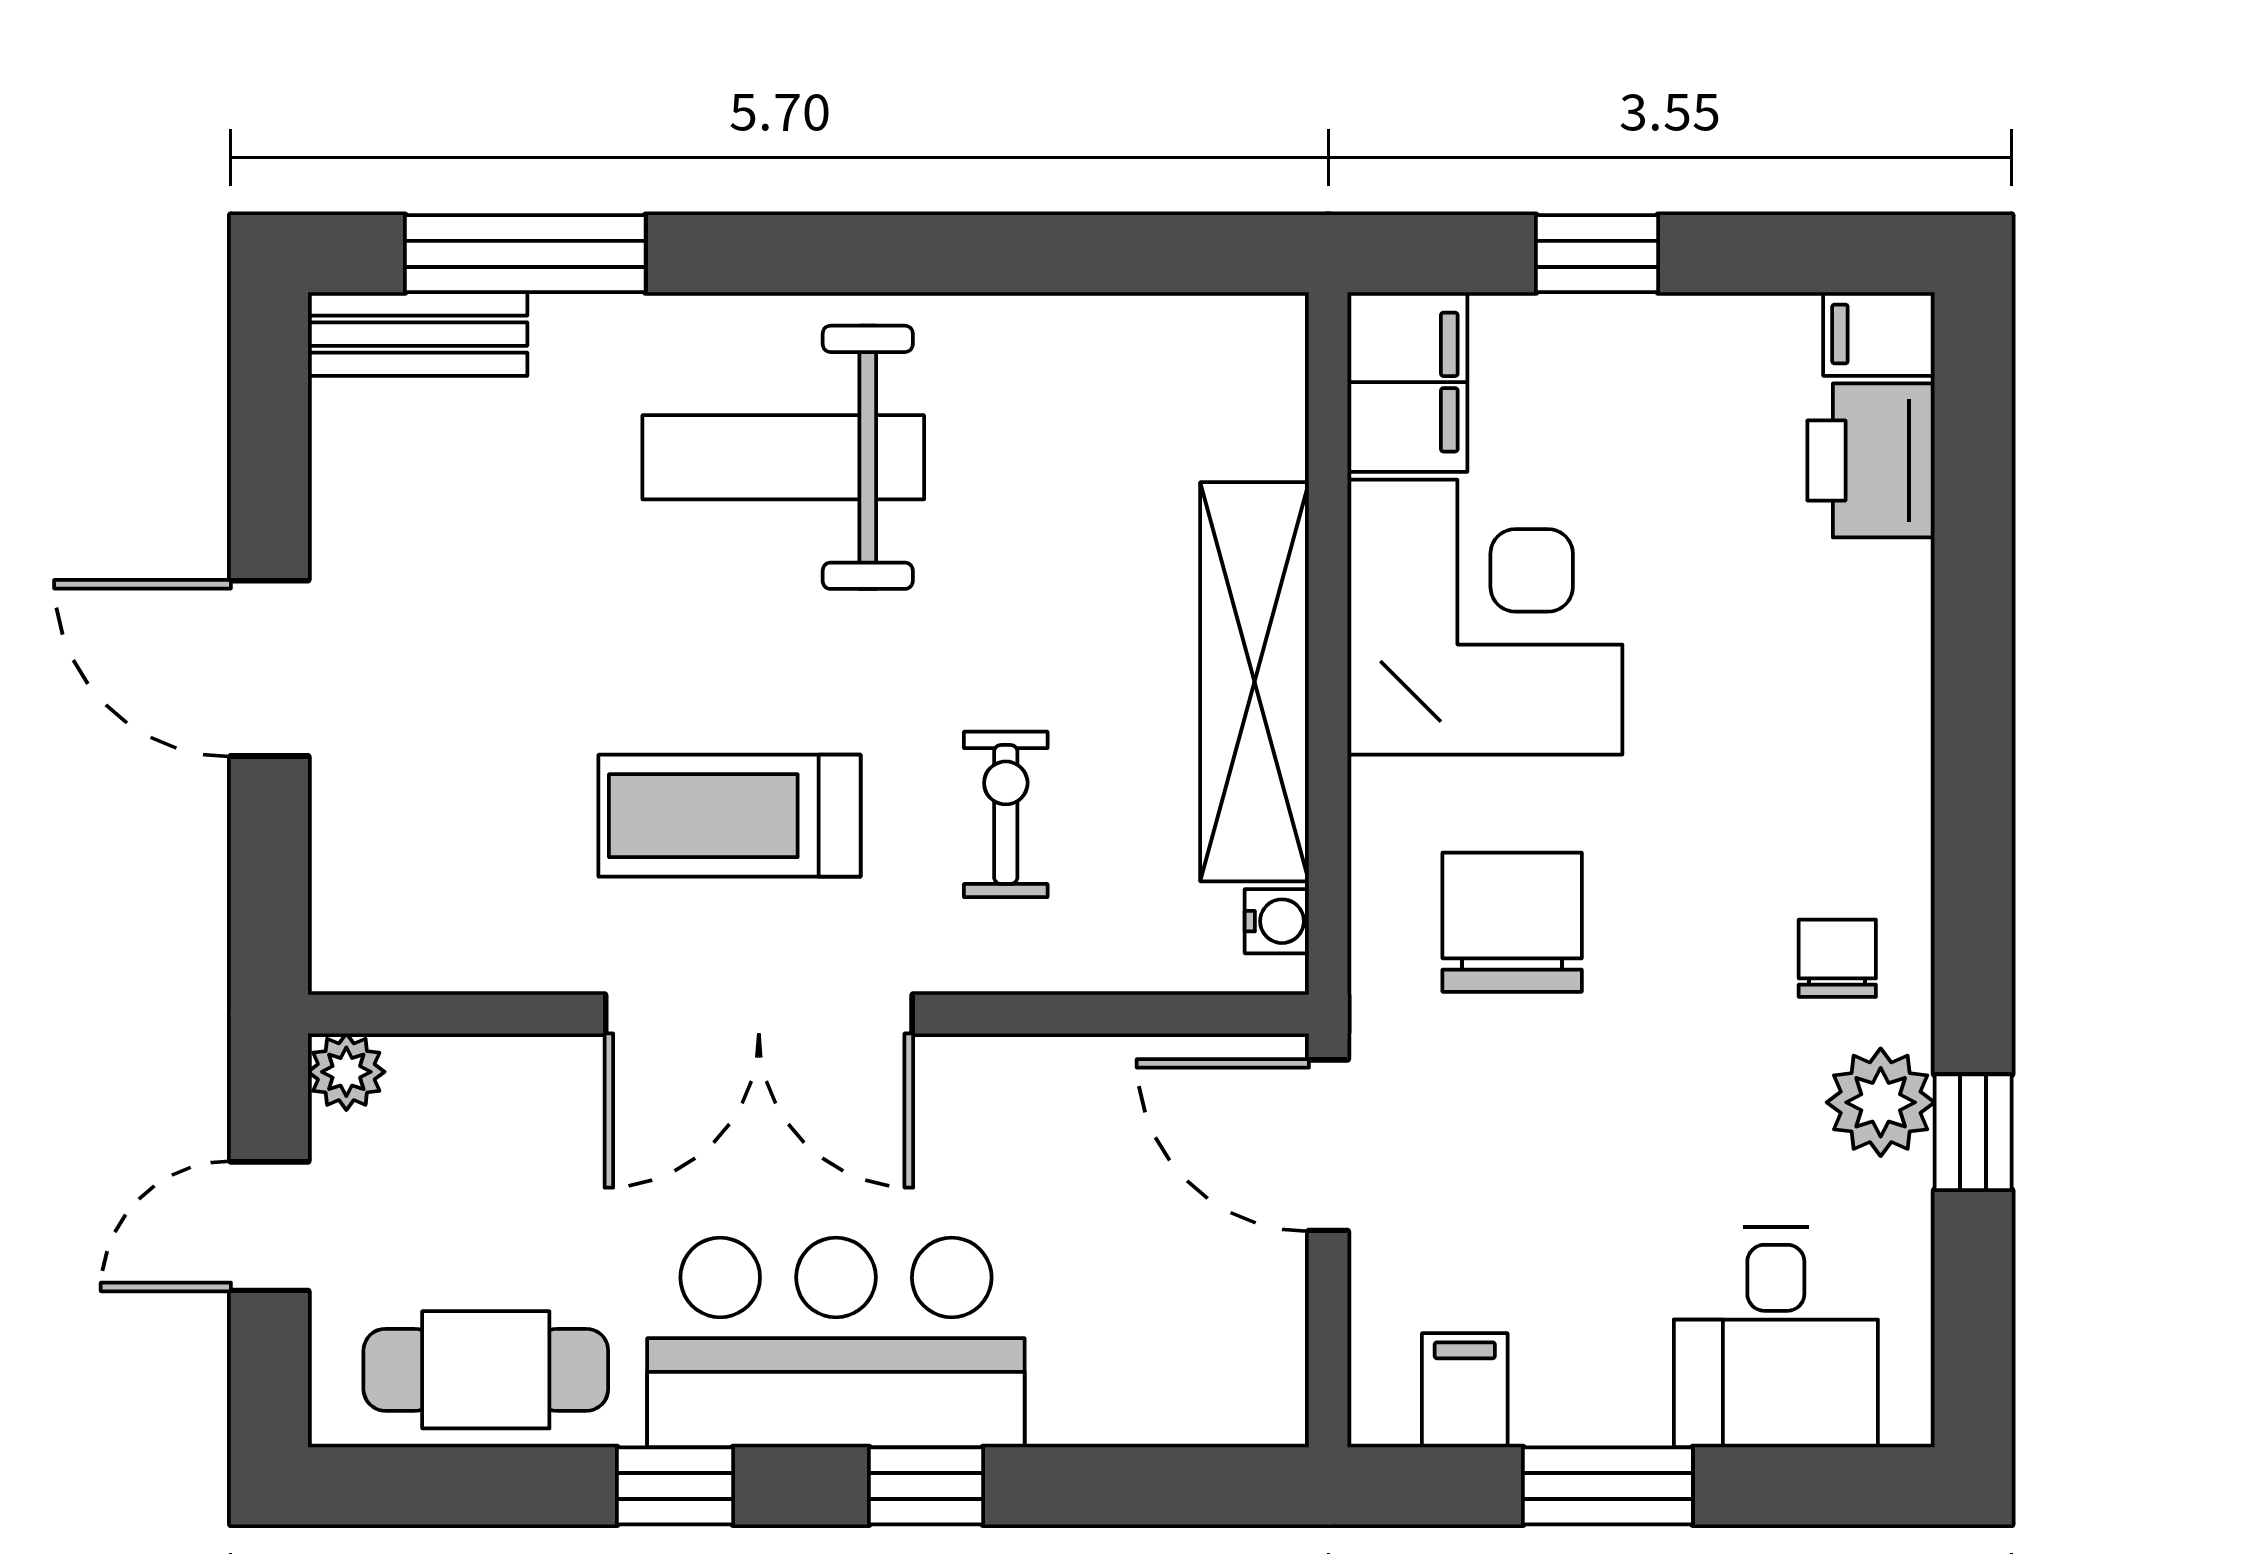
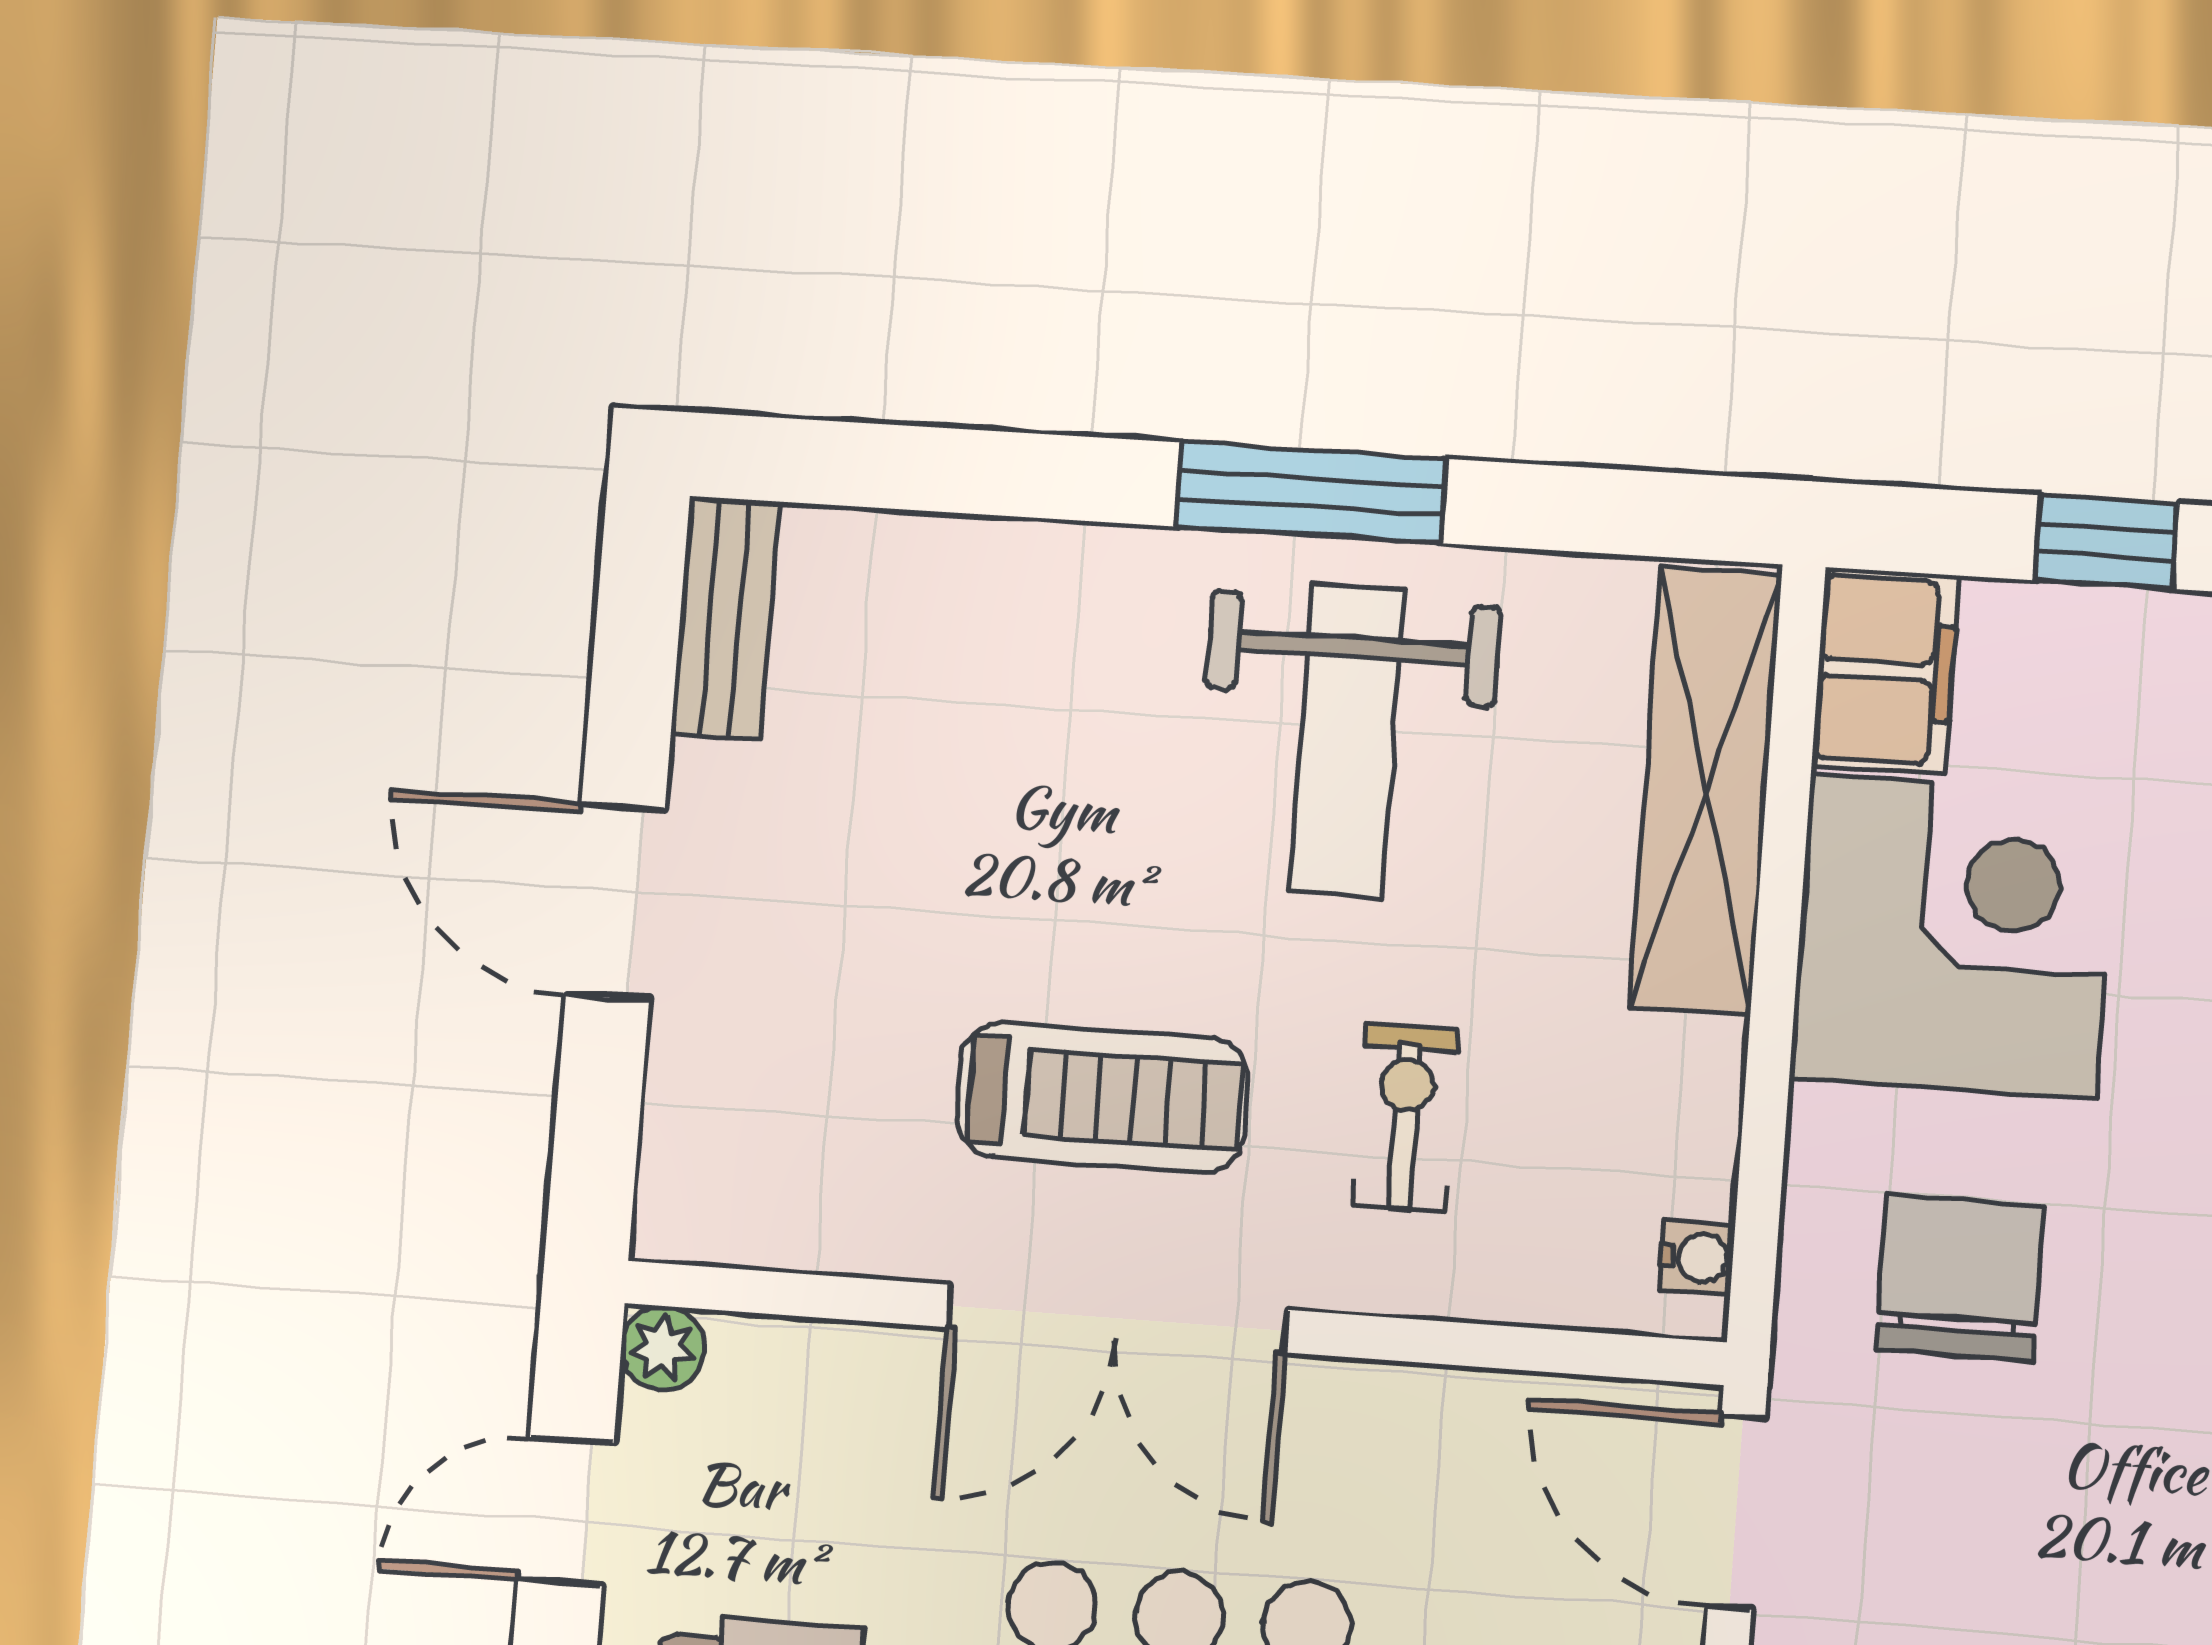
window: (525, 254) -> (1311, 493), moved
bench: (418, 334) -> (725, 618), moved, turned 90
weight bench: (783, 457) -> (1347, 741), moved, turned -90
shelving: (1255, 682) -> (1706, 790), moved
treadmill: (729, 816) -> (1102, 1098), turned 180

